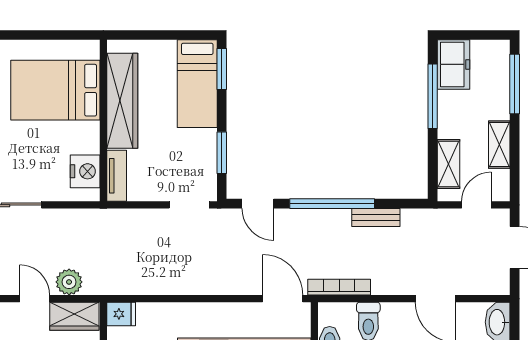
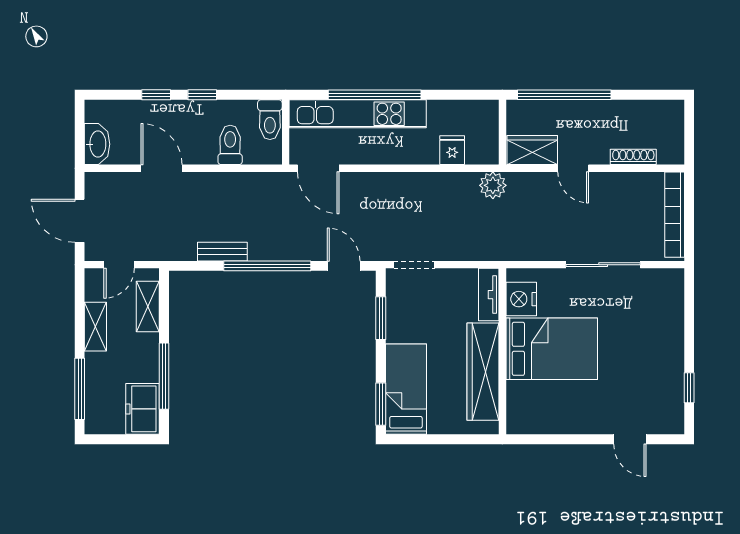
bed: (55, 90) -> (552, 349), moved
plant: (69, 282) -> (493, 185), moved
bookcase: (339, 287) -> (260, 180), removed
fridge: (121, 314) -> (452, 150), moved, turned 90

